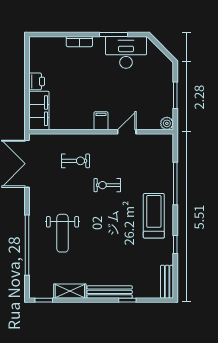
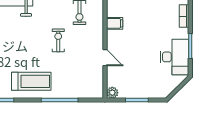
filing cabinet: (101, 121) -> (115, 23), moved

